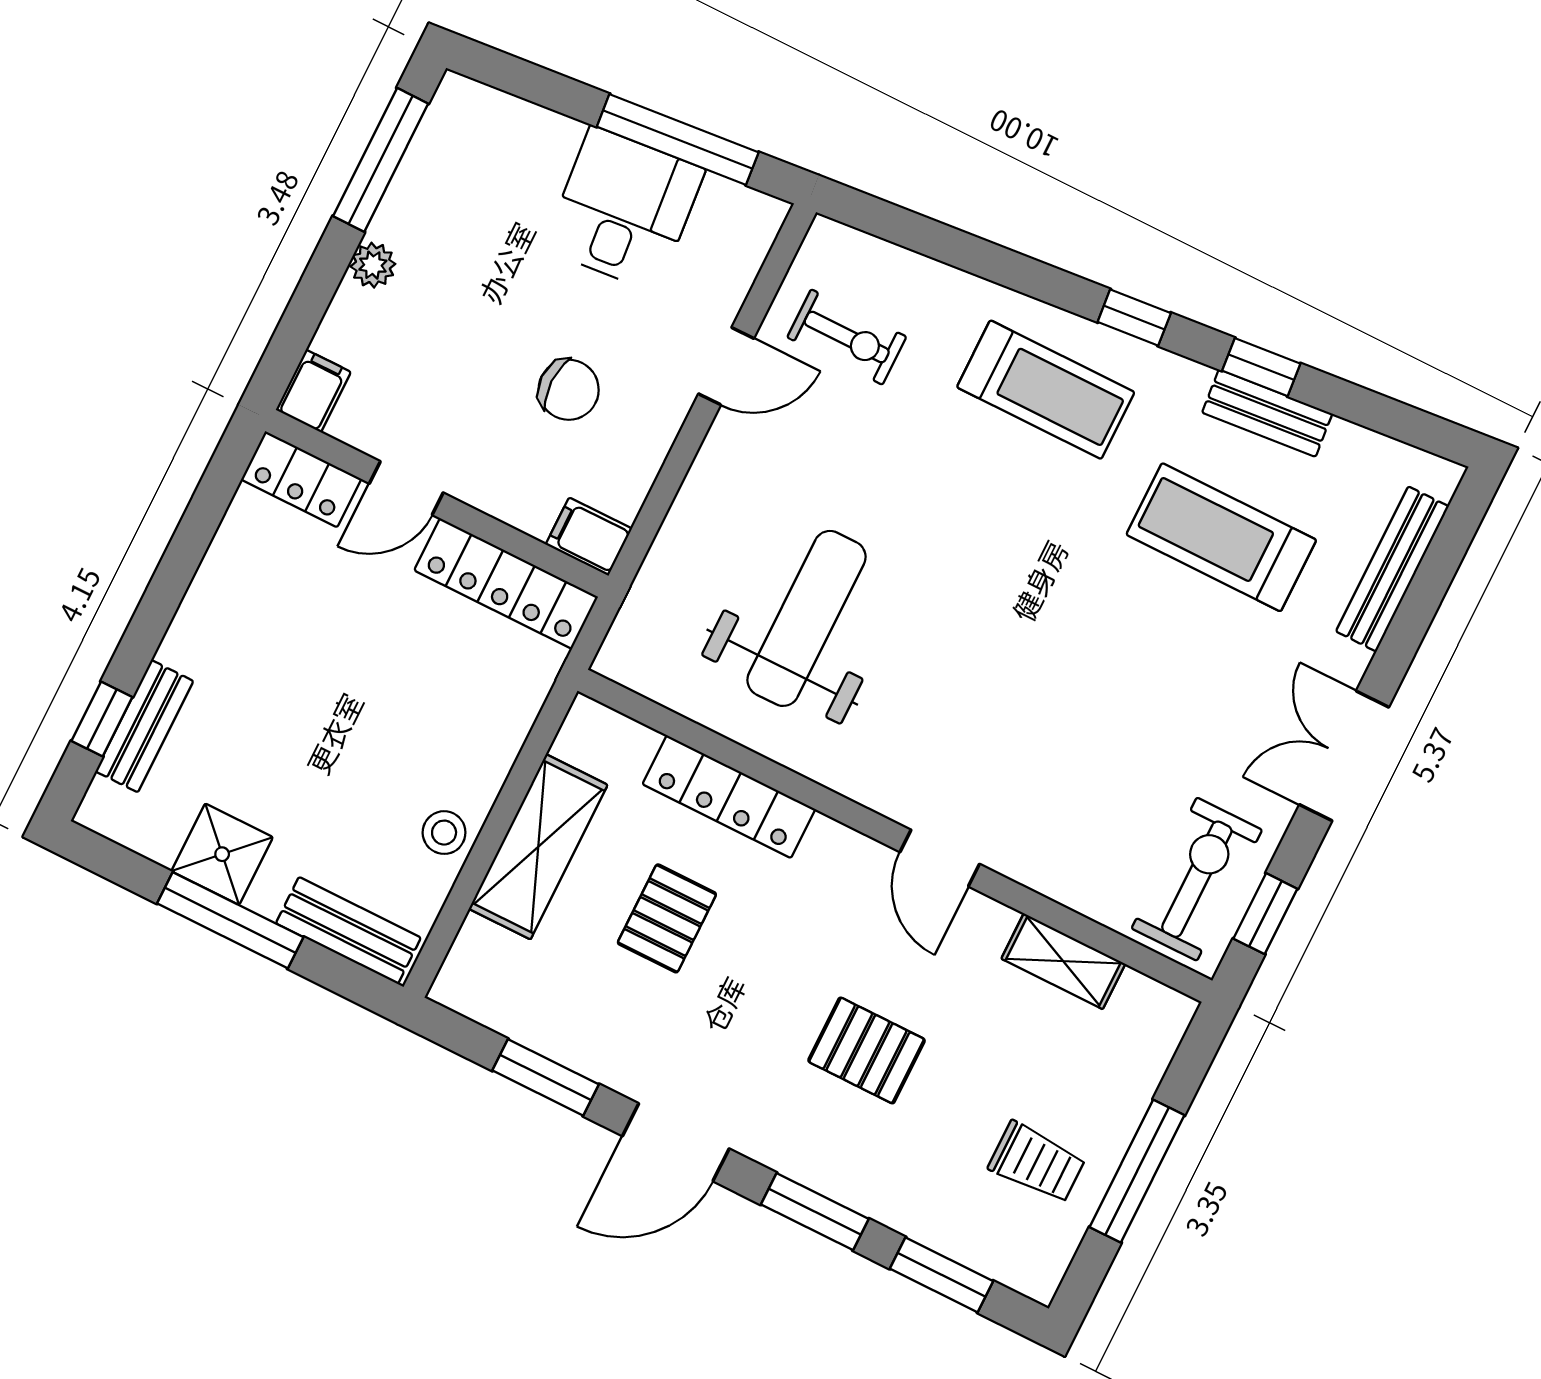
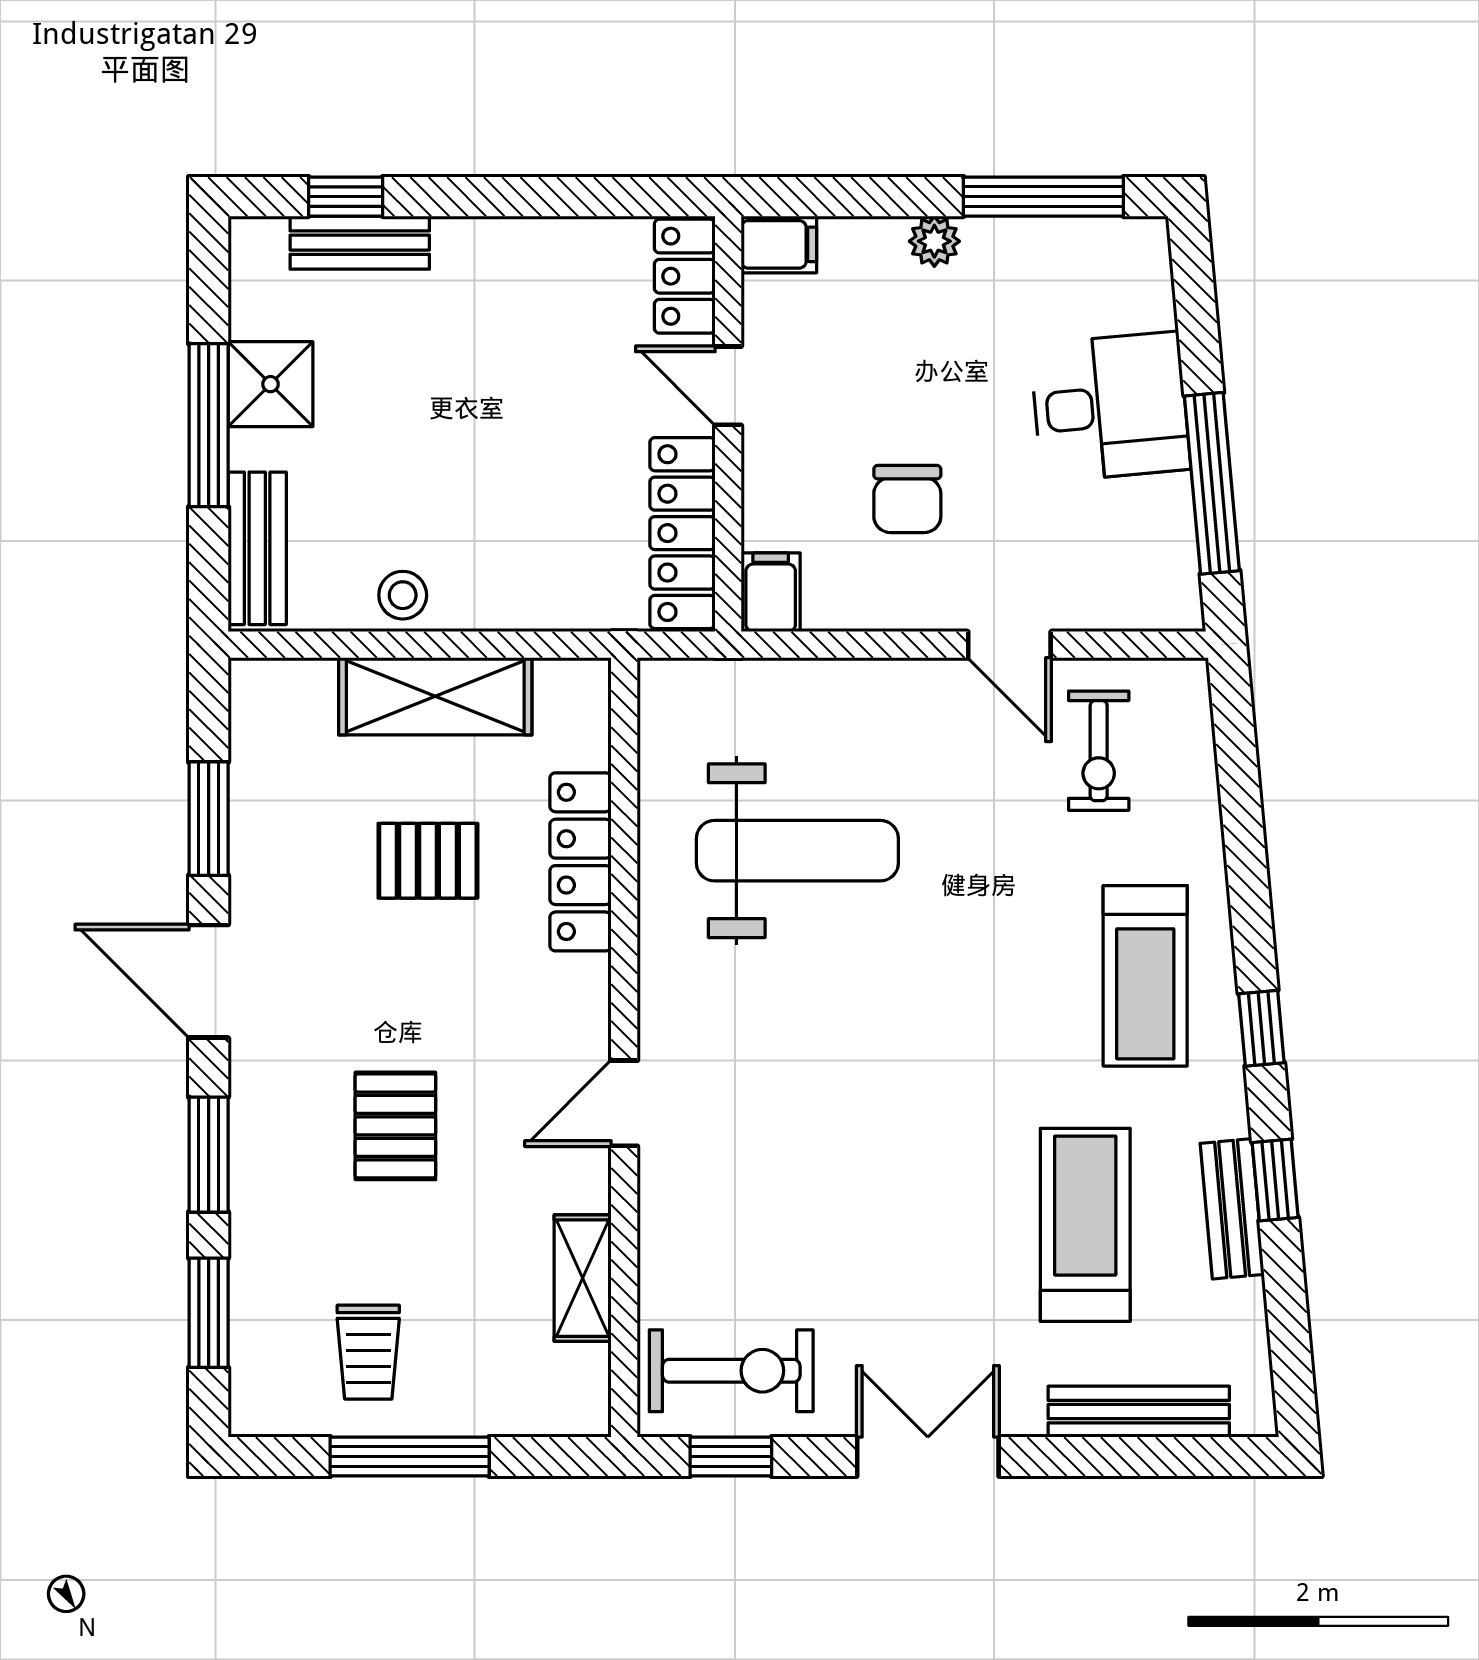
desk: (624, 209) -> (1110, 407), moved

